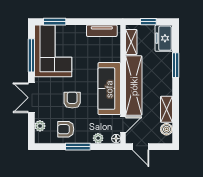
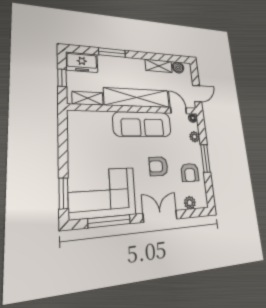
tv unit: (102, 31) -> (74, 132), removed
double door: (31, 98) -> (160, 216), swing flipped

